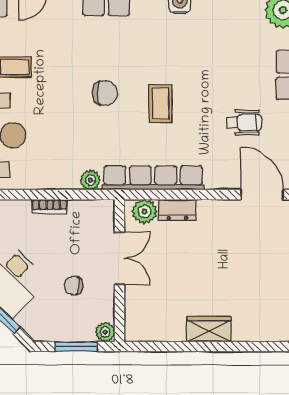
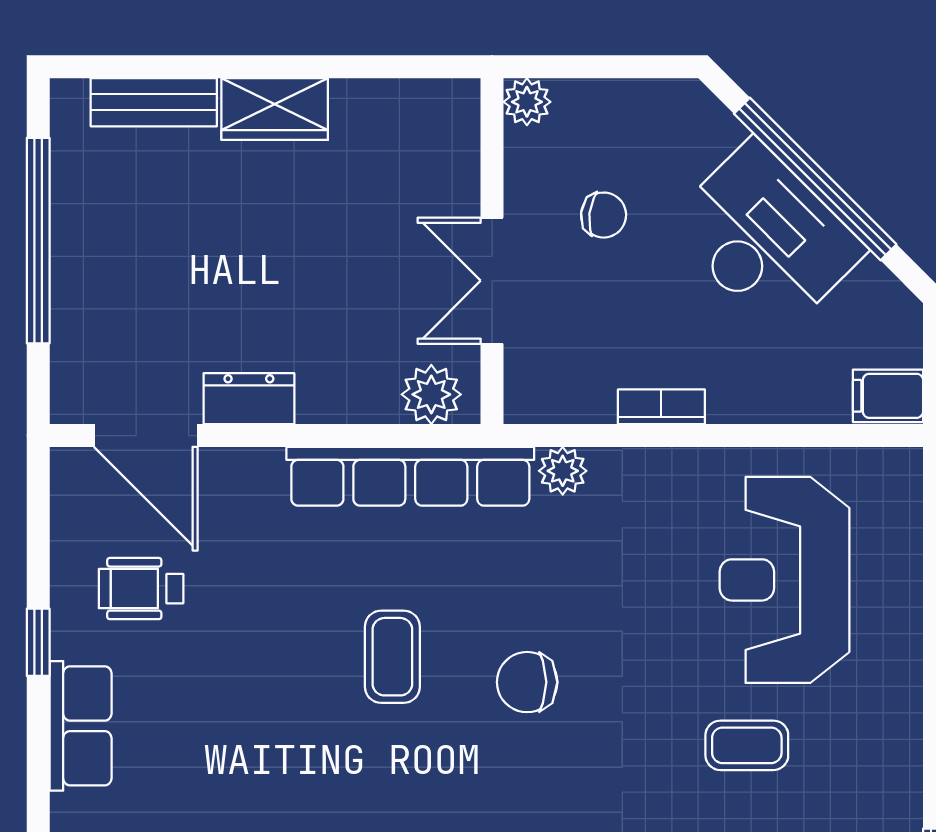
wheelchair: (244, 123) -> (141, 589), moved
dresser: (177, 210) -> (249, 399), moved
bench: (259, 332) -> (154, 102), added
window: (76, 346) -> (597, 67), removed

